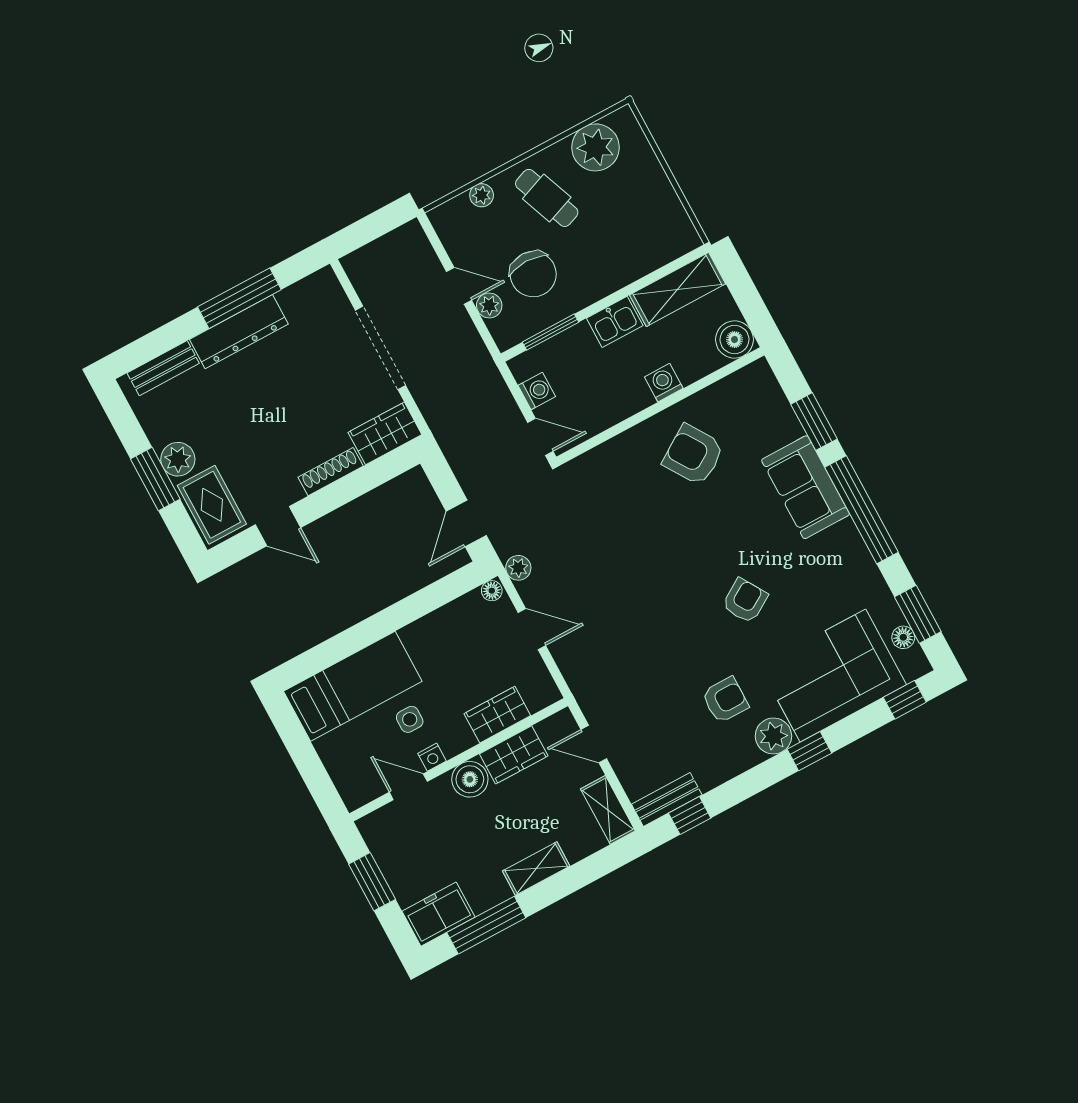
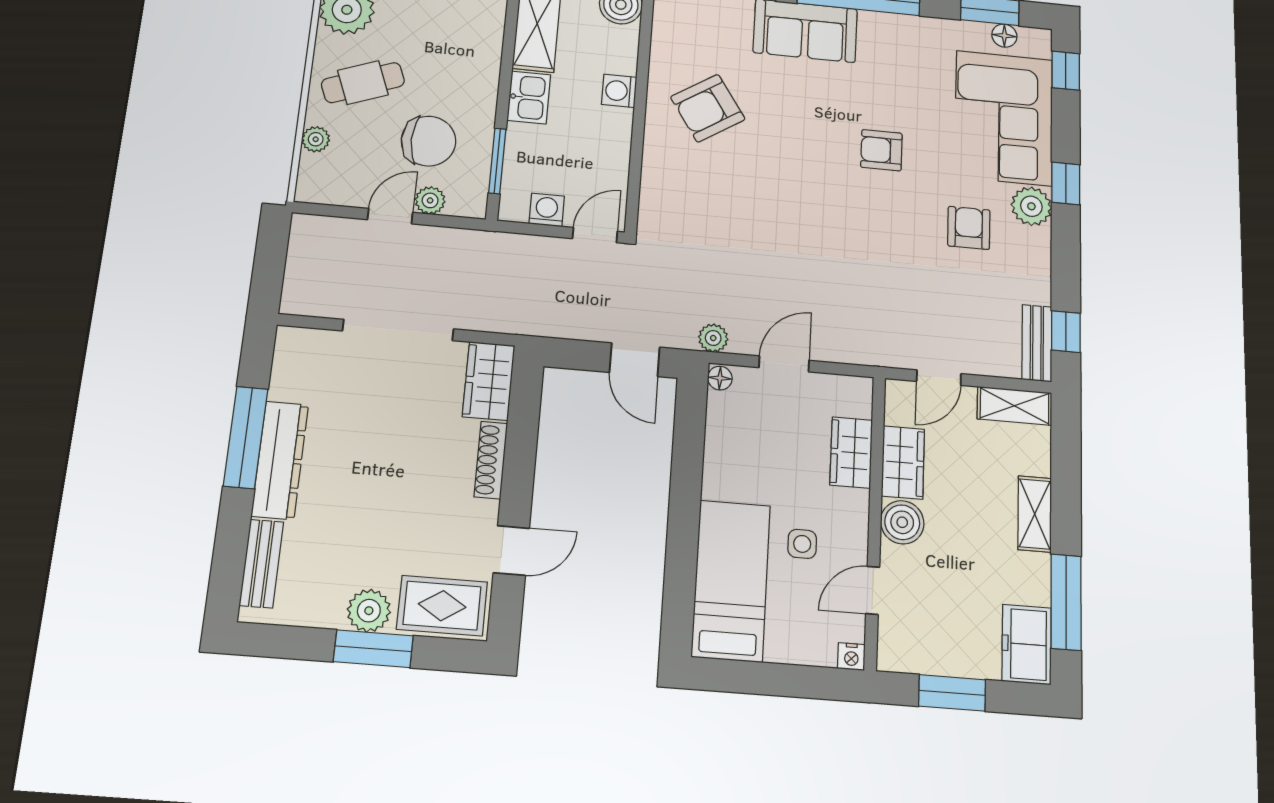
armchair: (745, 601) -> (881, 150), turned -58
nightstand: (432, 757) -> (851, 657), moved, turned 90

